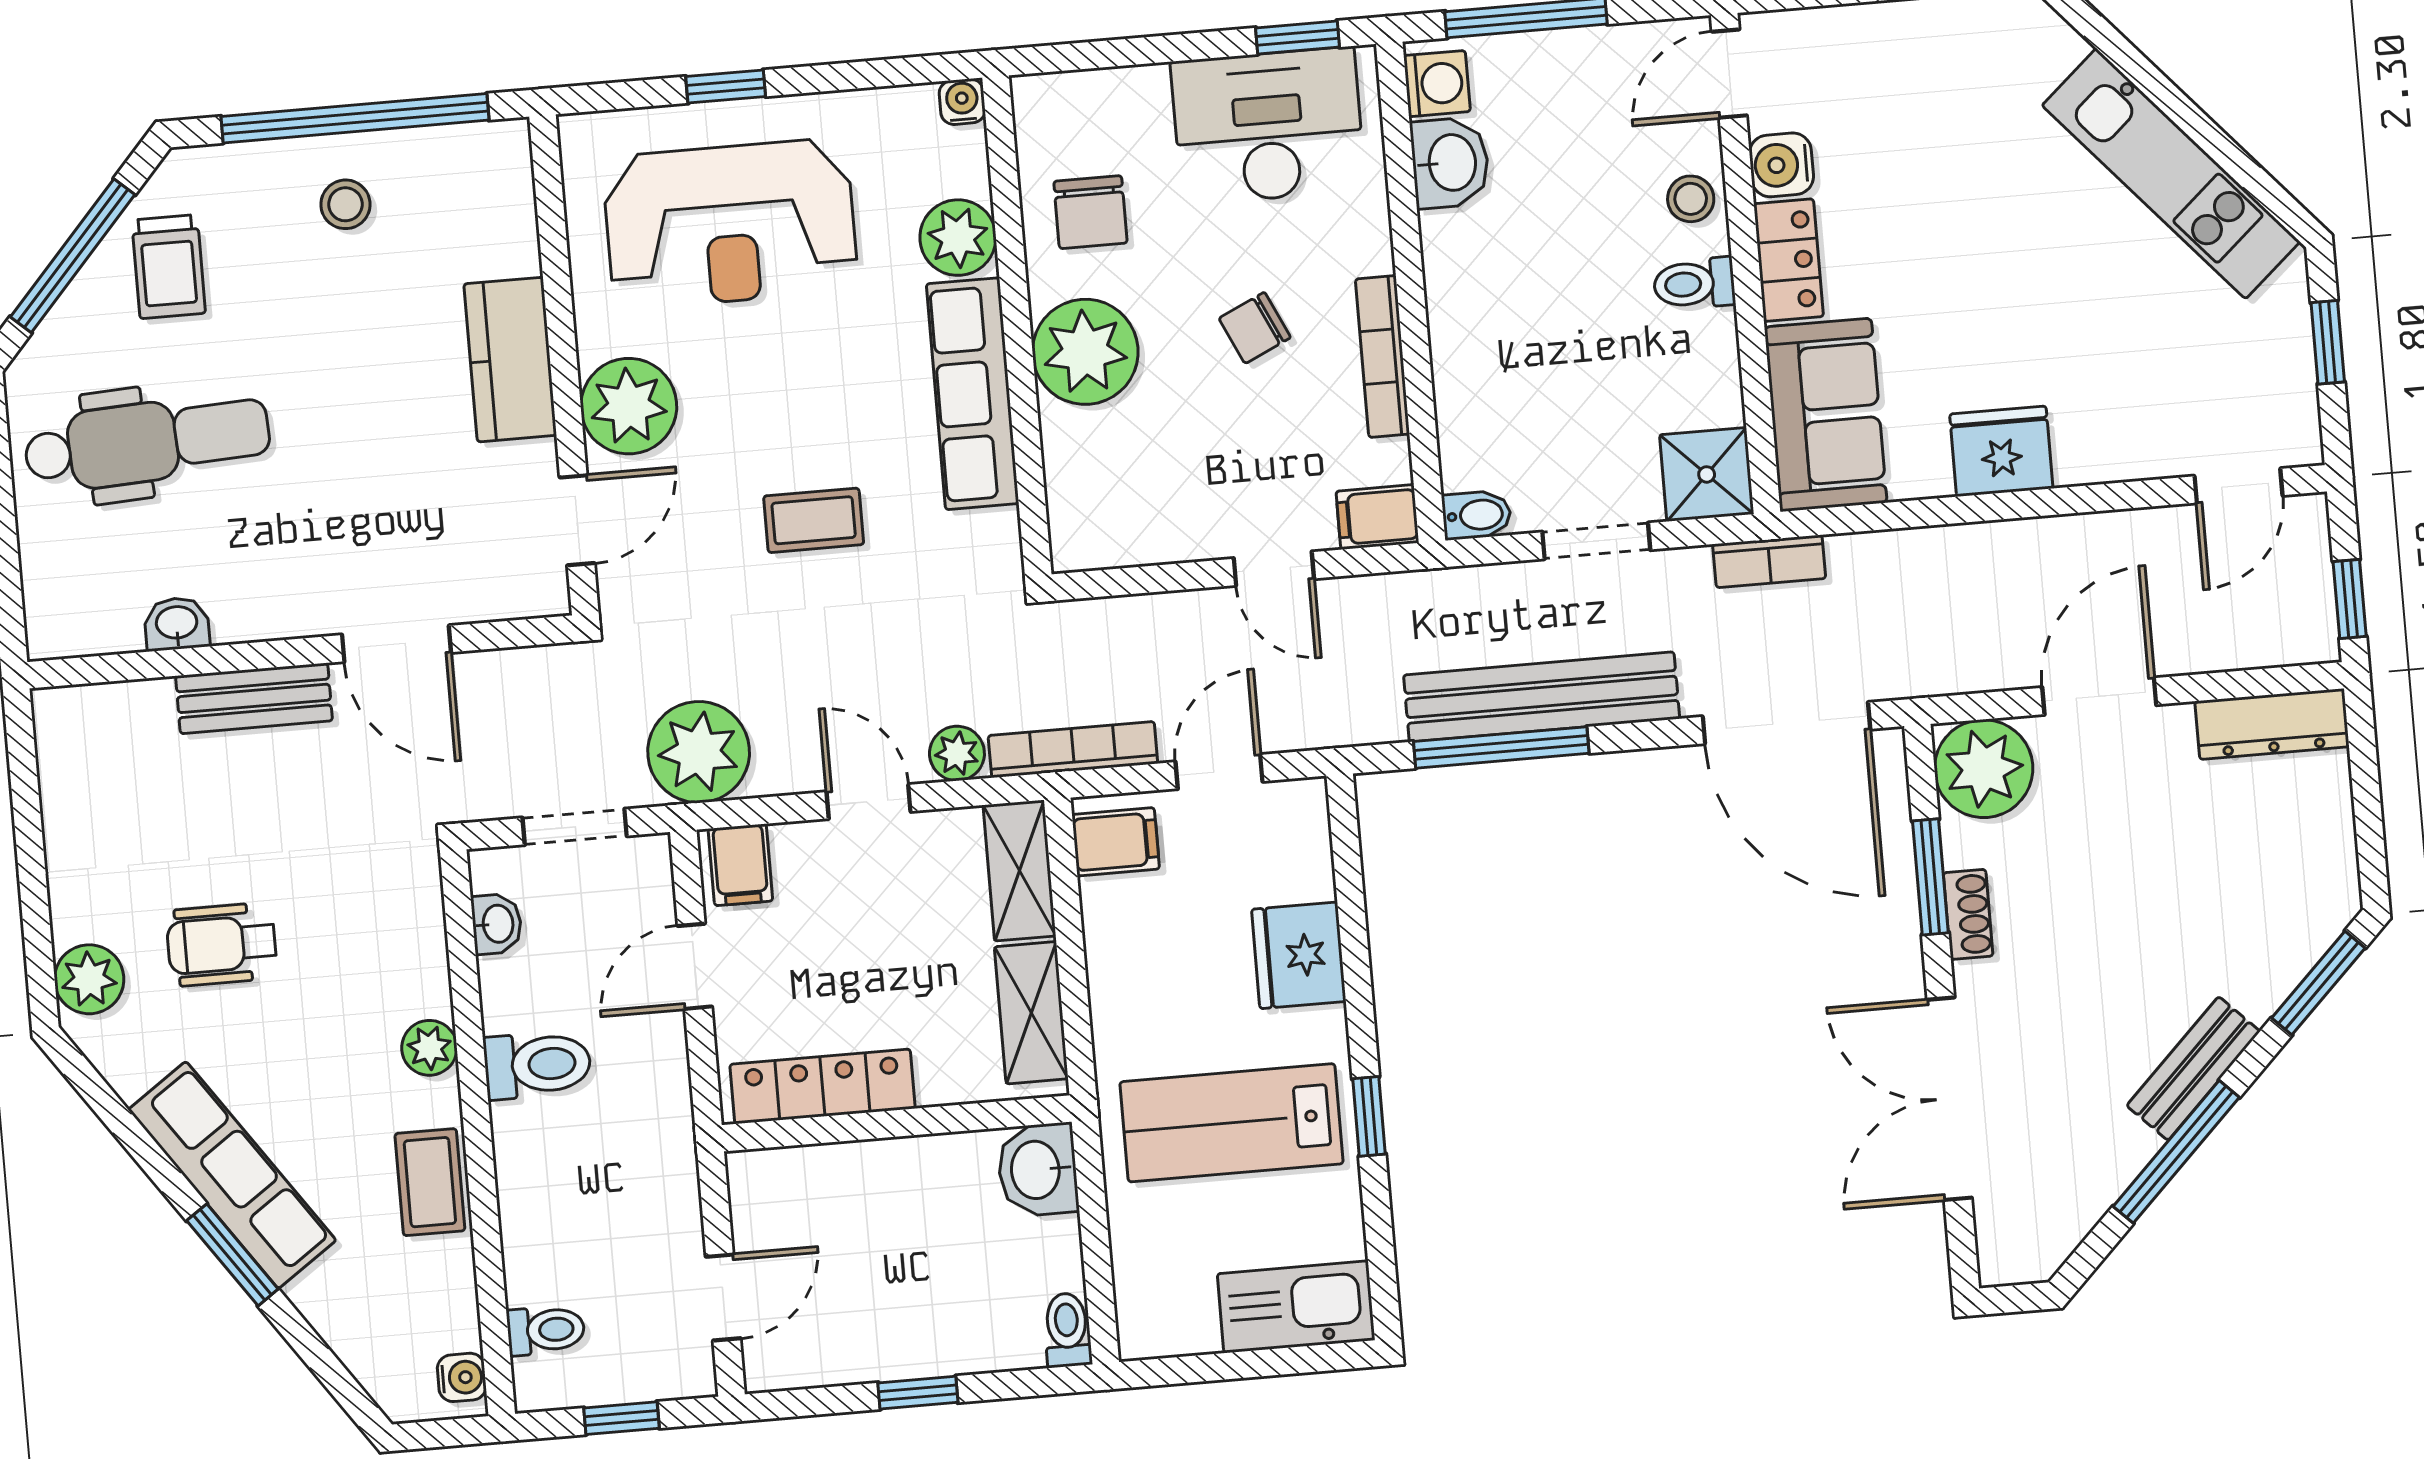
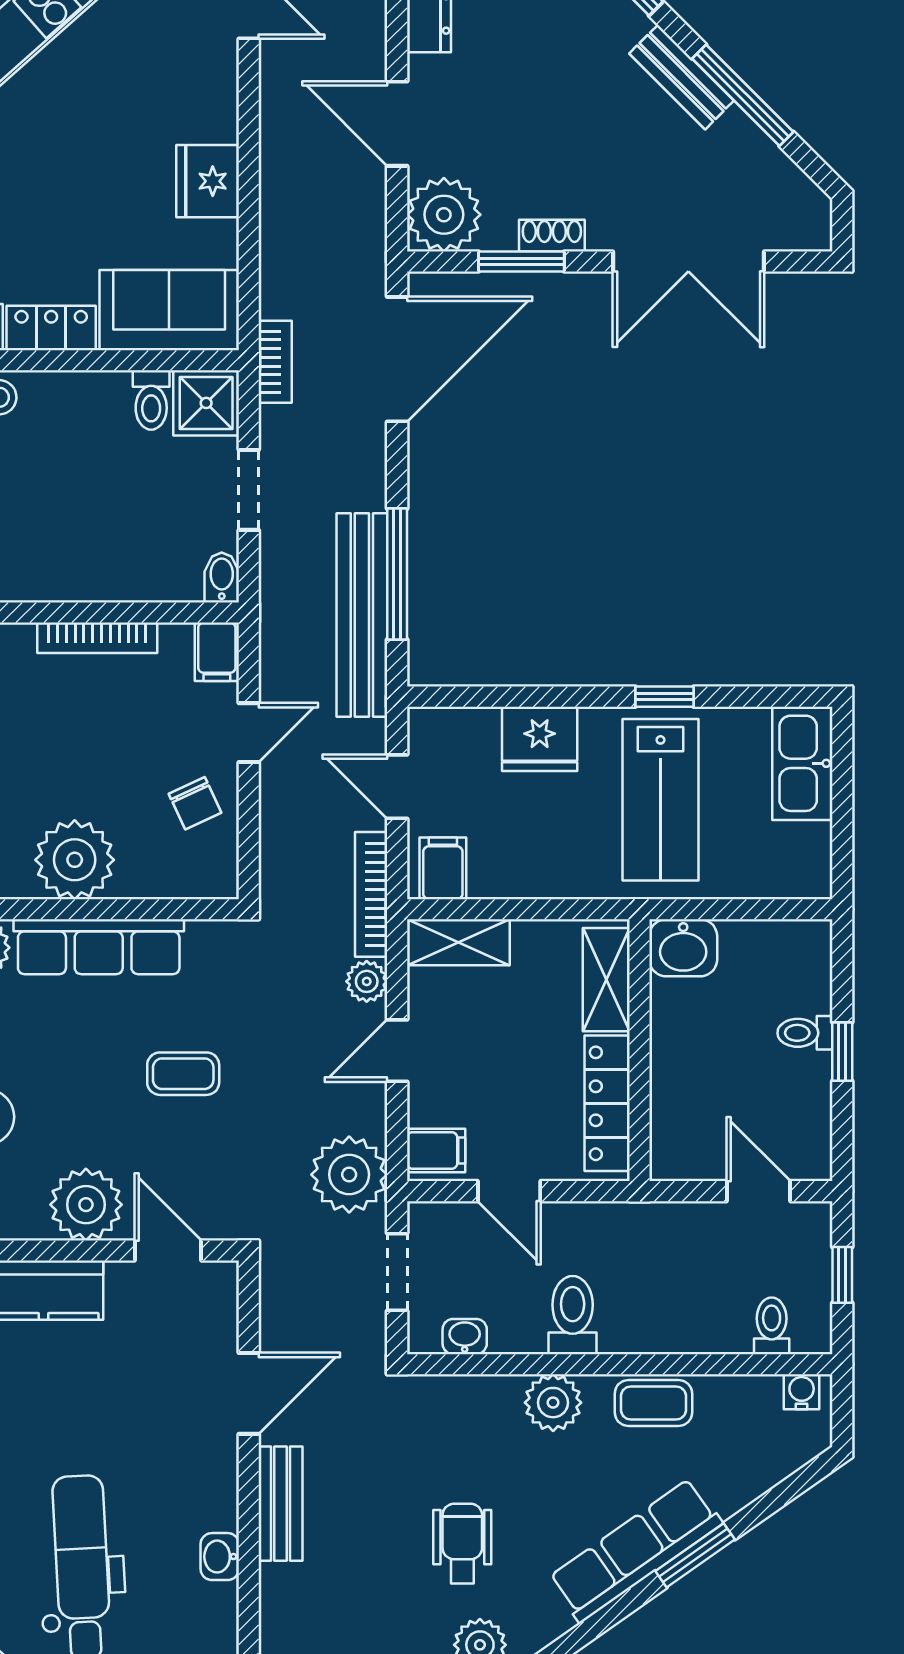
toilet: (1694, 284) -> (151, 400), moved
chair: (1255, 328) -> (195, 803), moved
coffee table: (814, 520) -> (183, 1074), turned 90
bench: (1542, 697) -> (362, 615), moved
wheelchair: (222, 944) -> (462, 1544), turned 180
shelving: (1031, 1013) -> (606, 980), moved, turned 90
plant: (429, 1048) -> (553, 1403), width x1.38, depth x1.38
toilet: (1067, 1330) -> (805, 1033), moved

